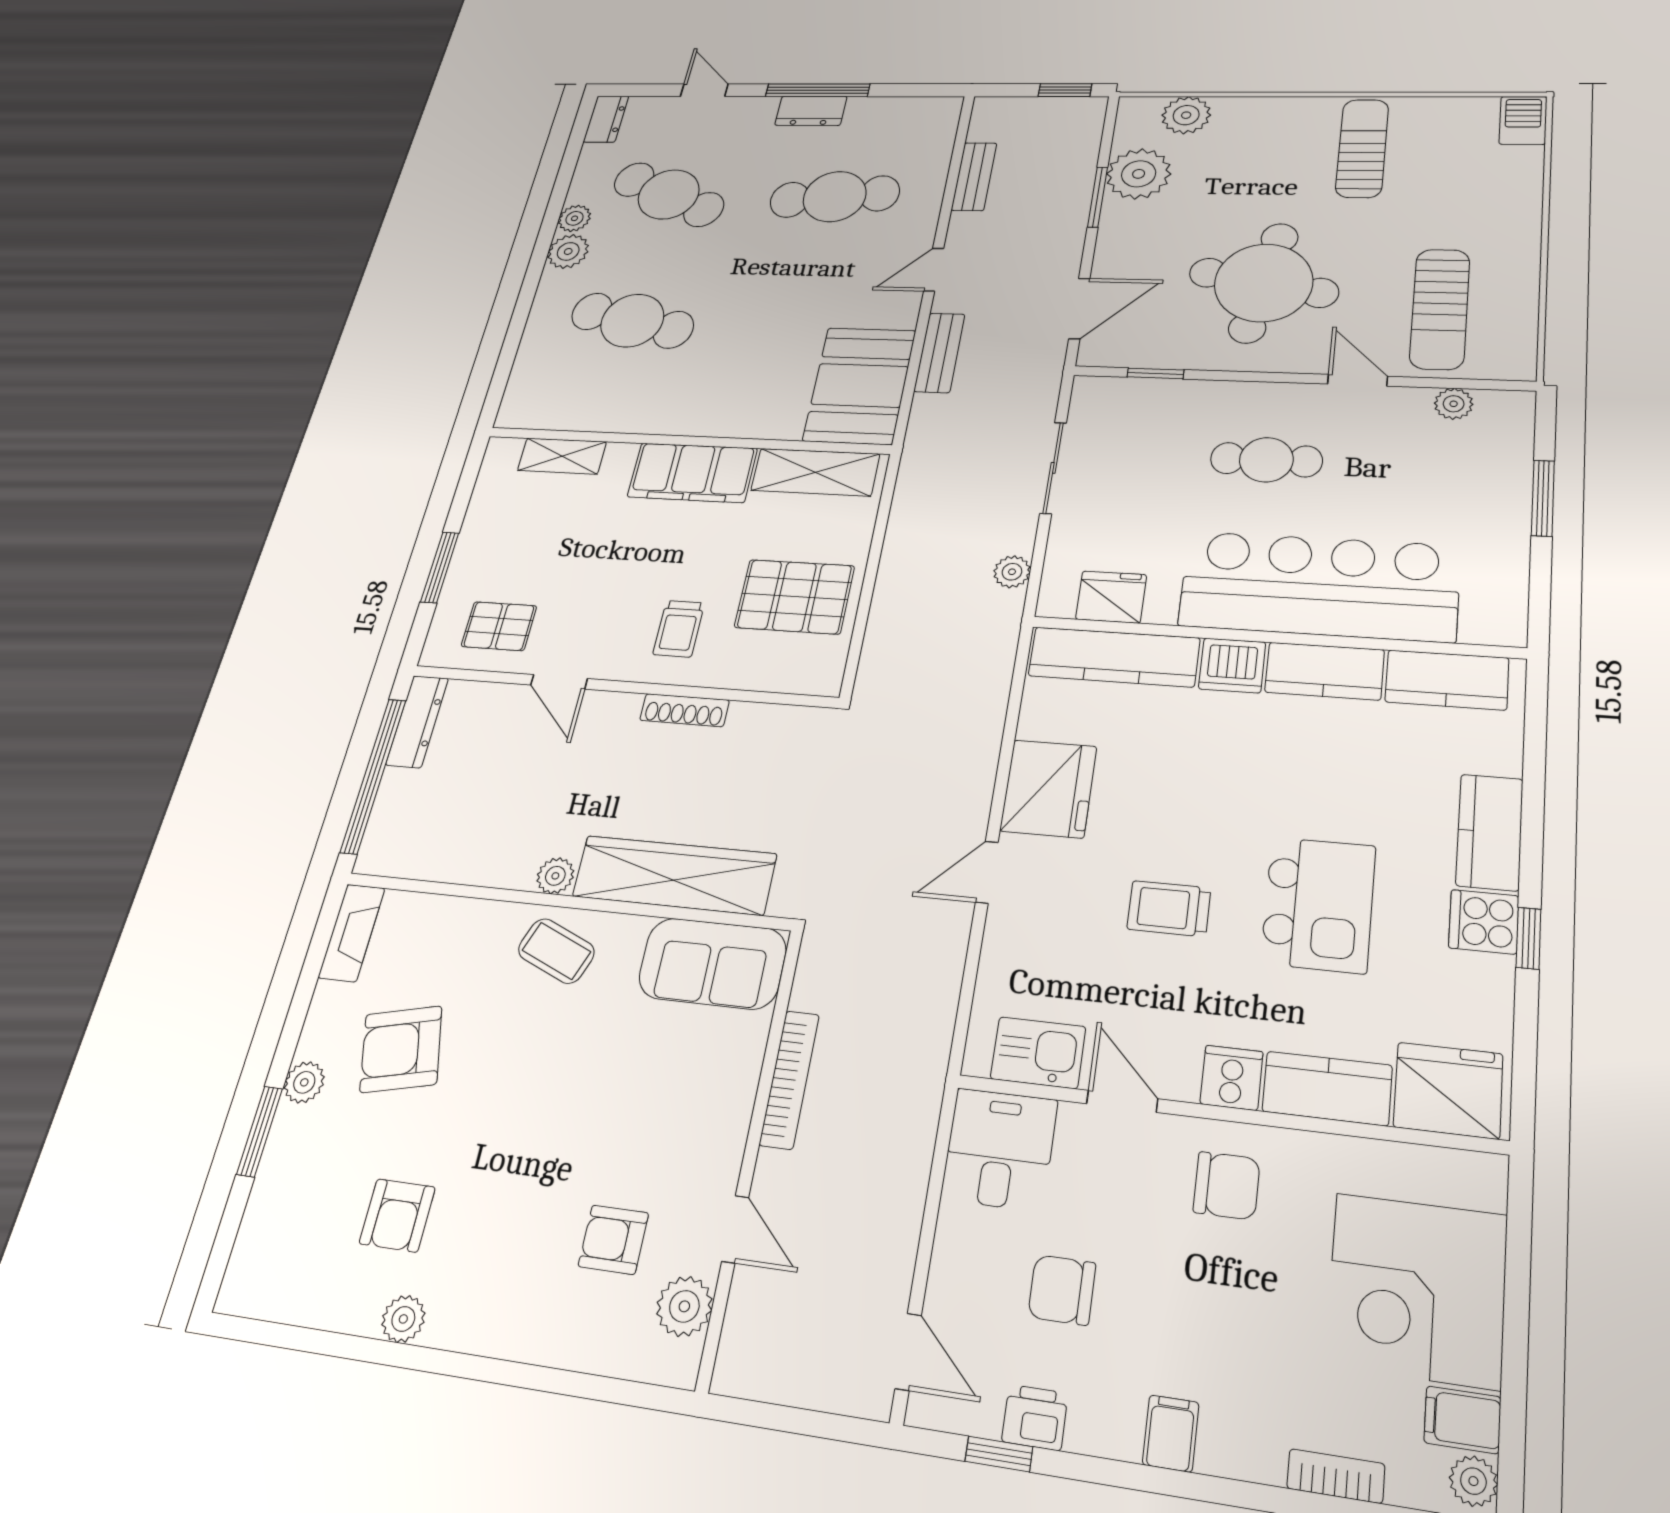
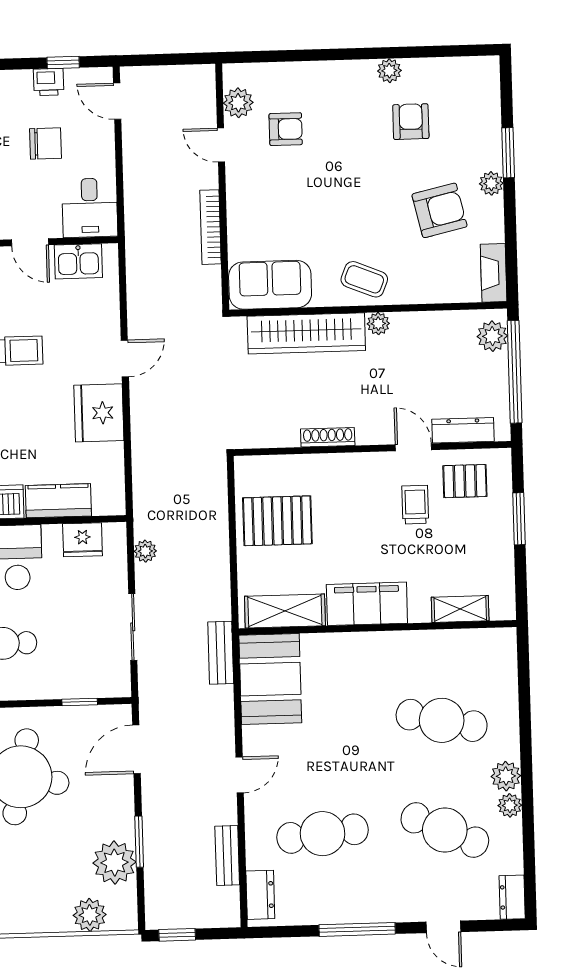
dresser: (811, 111) -> (260, 895), moved, turned 90
bench: (939, 353) -> (221, 653), moved
trolley: (679, 629) -> (415, 505), moved
kitchen counter: (1114, 657) -> (58, 501), width x0.67
dresser: (417, 721) -> (463, 430), moved, turned 90
plant: (387, 833) -> (492, 336), added

